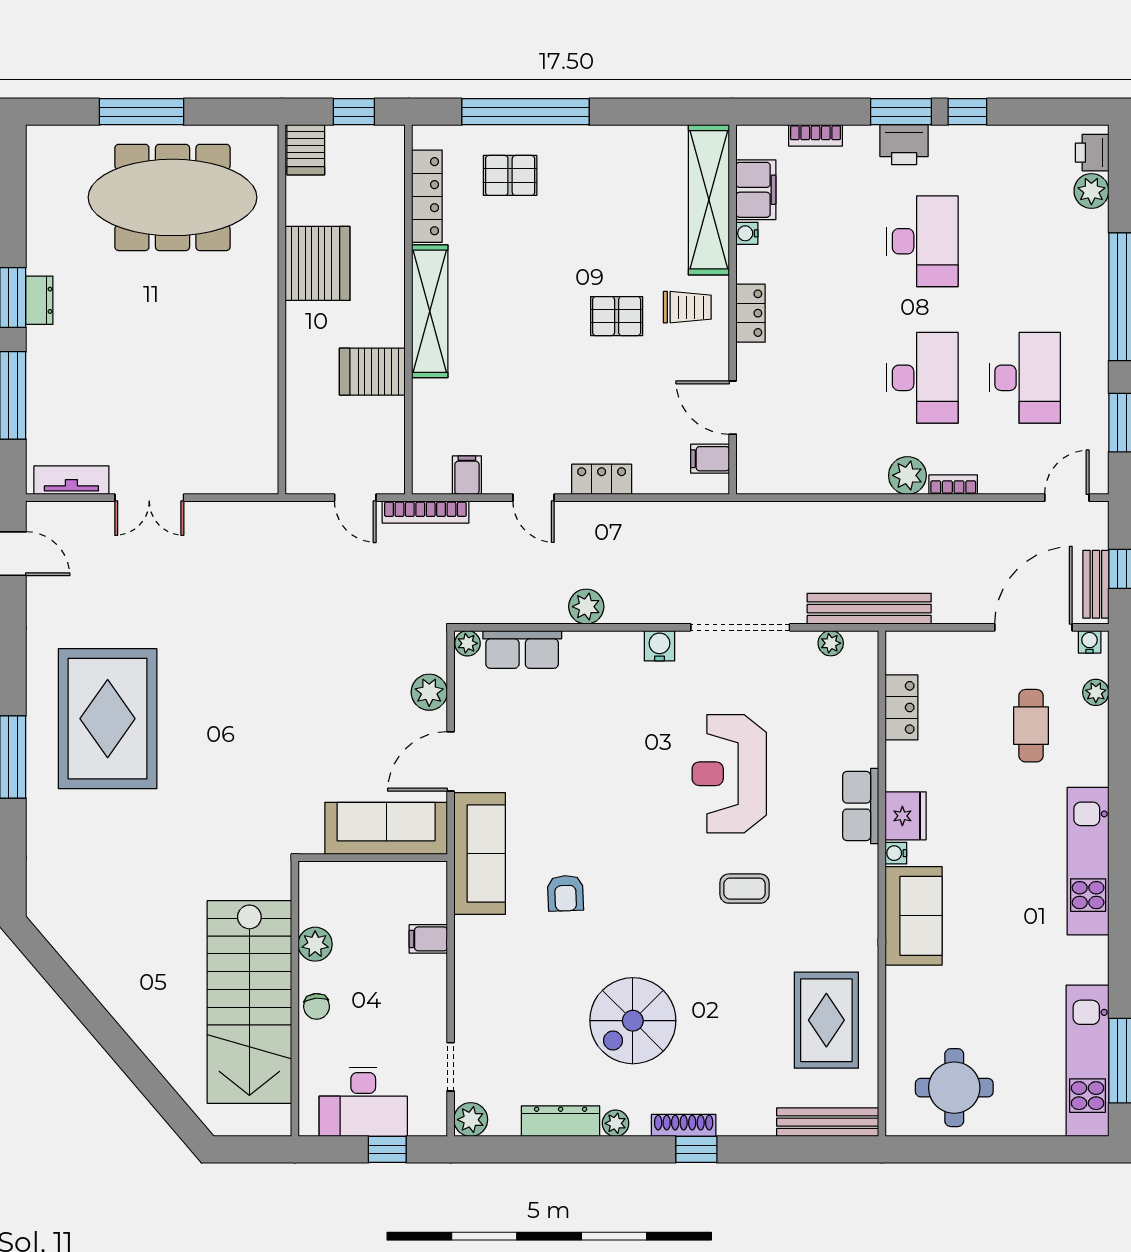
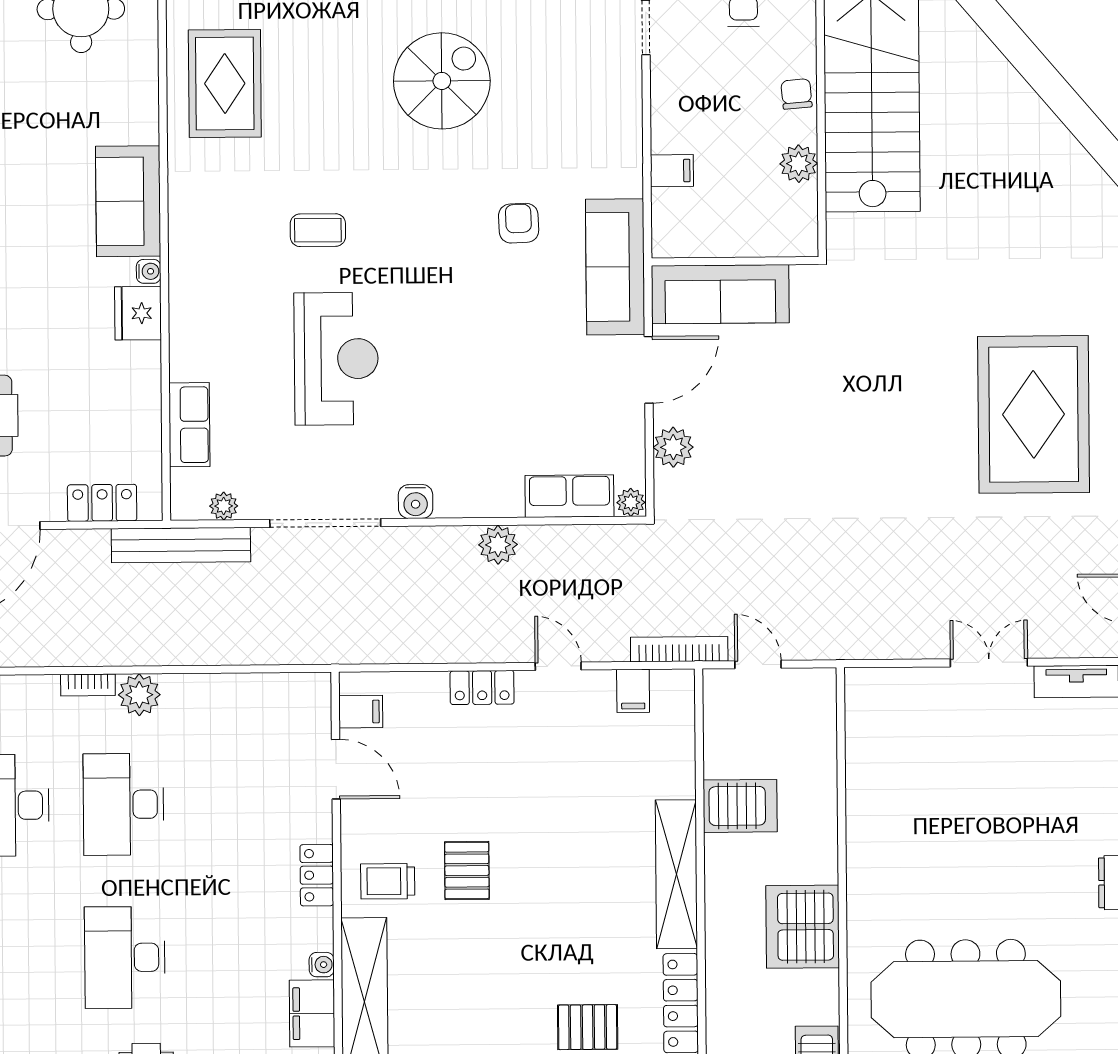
pallet: (617, 316) -> (467, 871), turned 90
locker: (902, 707) -> (102, 503), moved, turned 90
row of seats: (861, 806) -> (189, 425), moved

